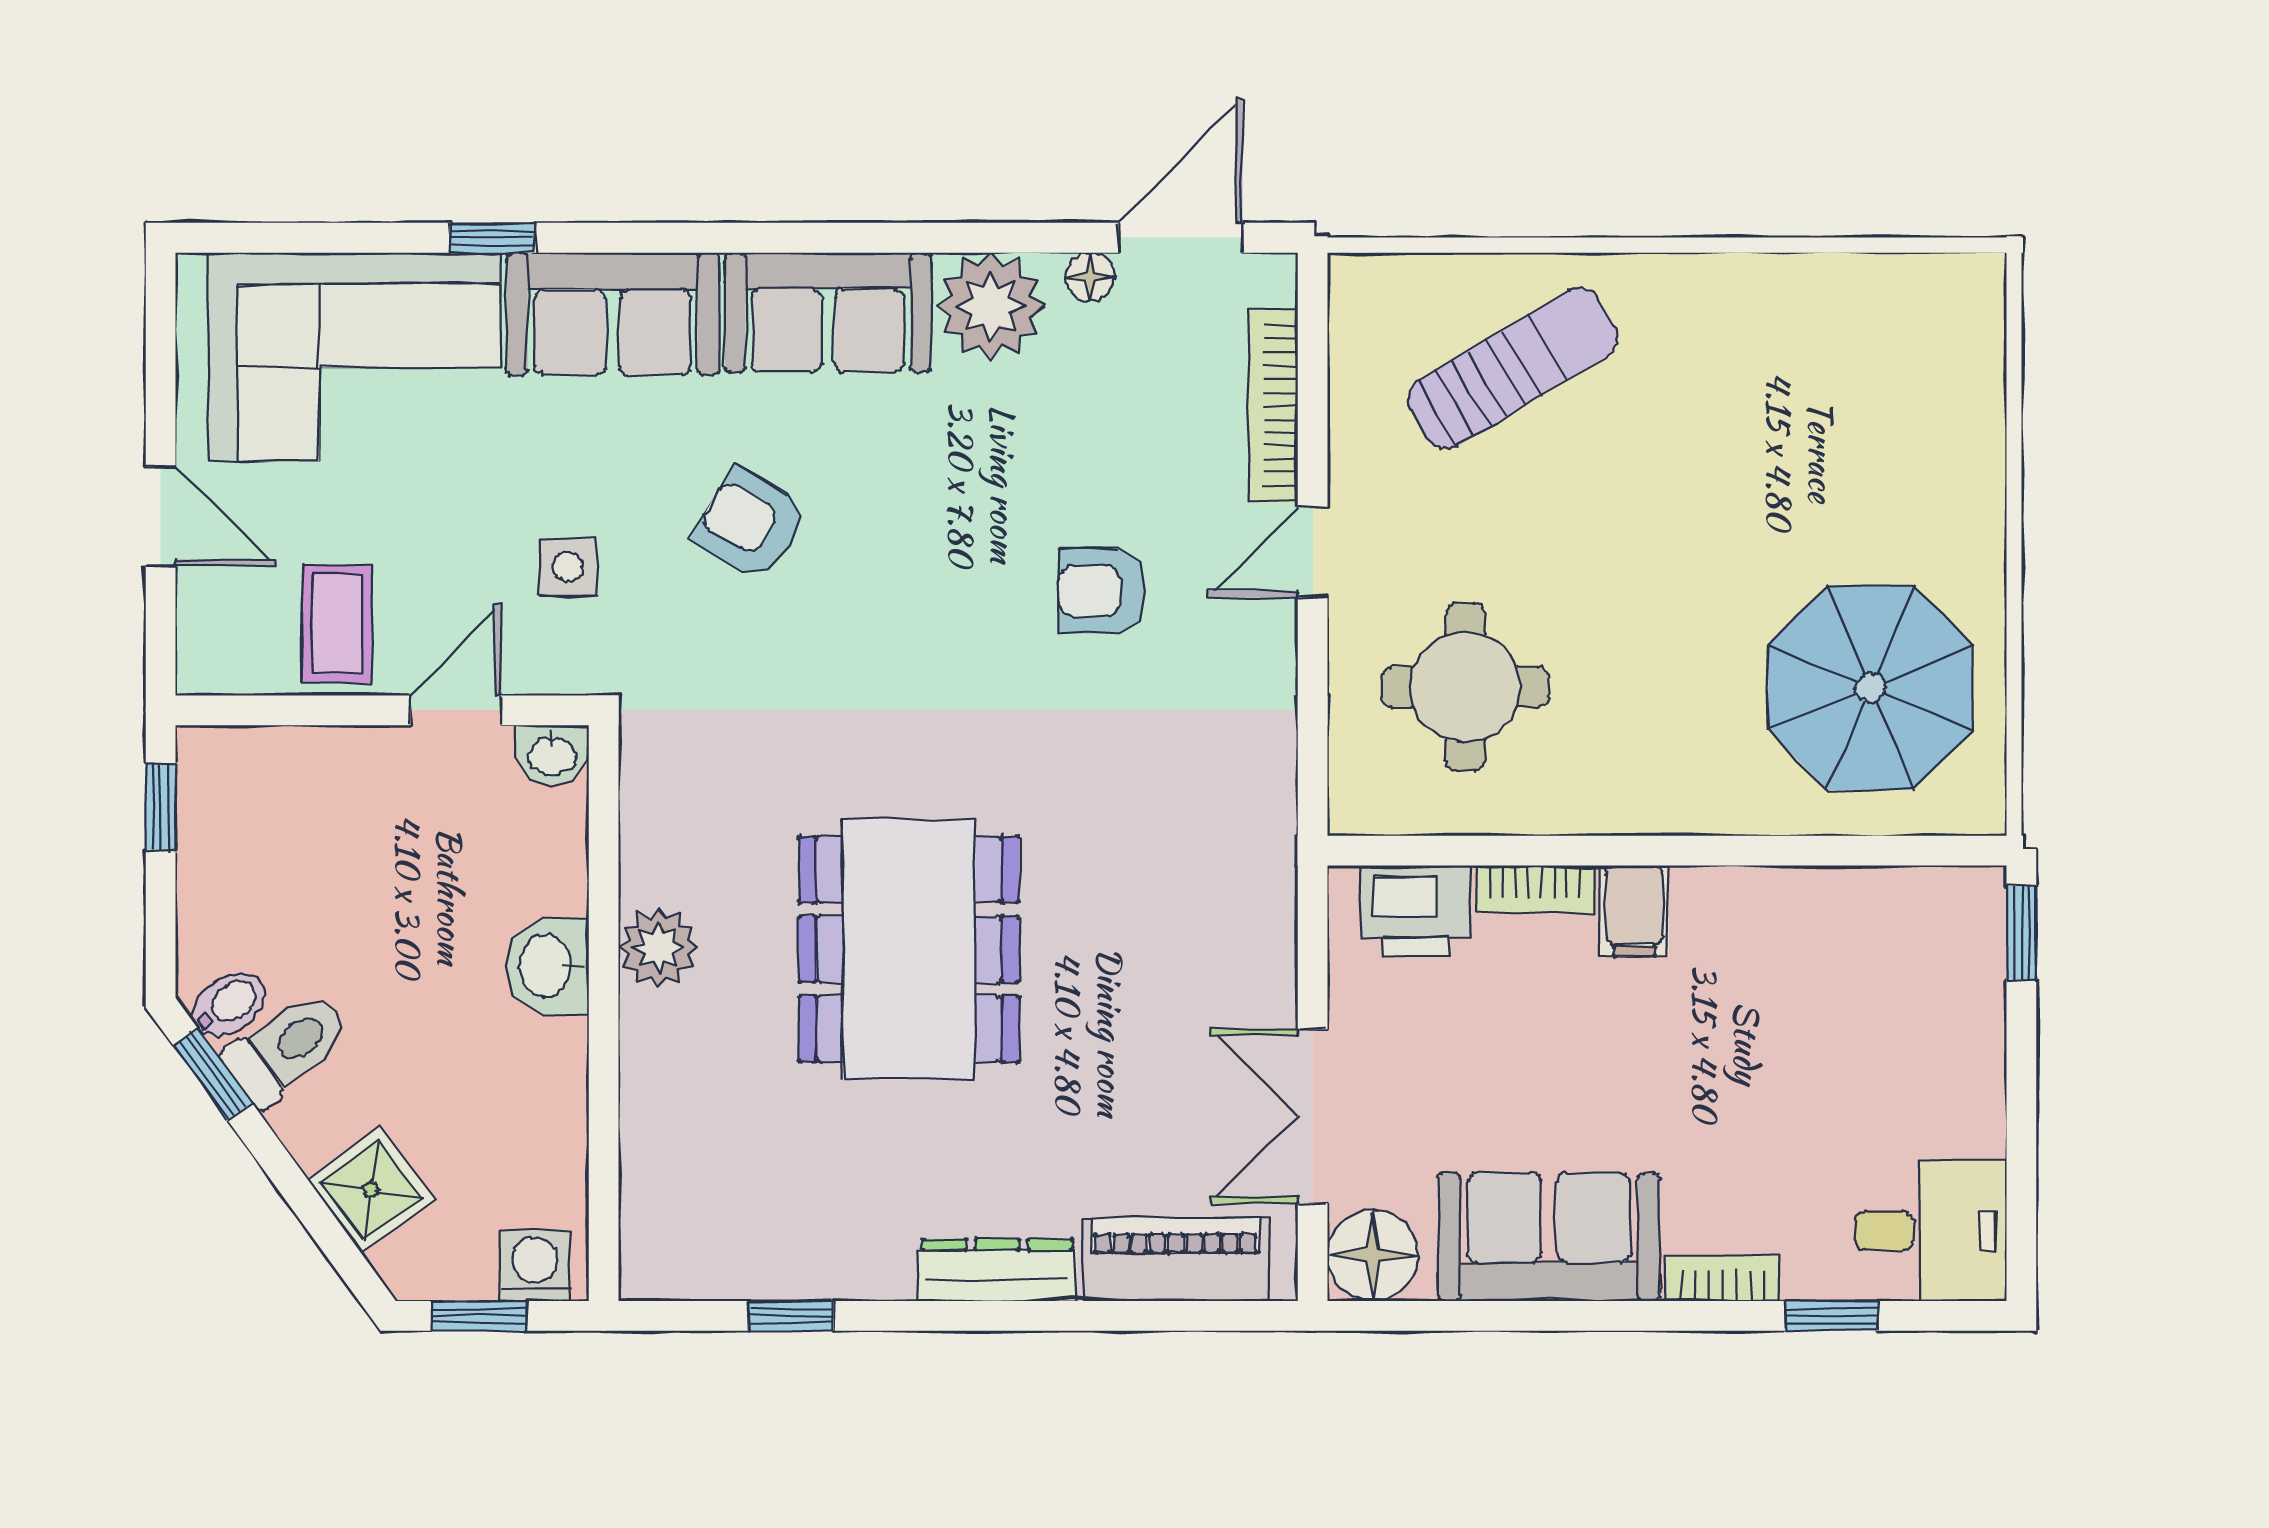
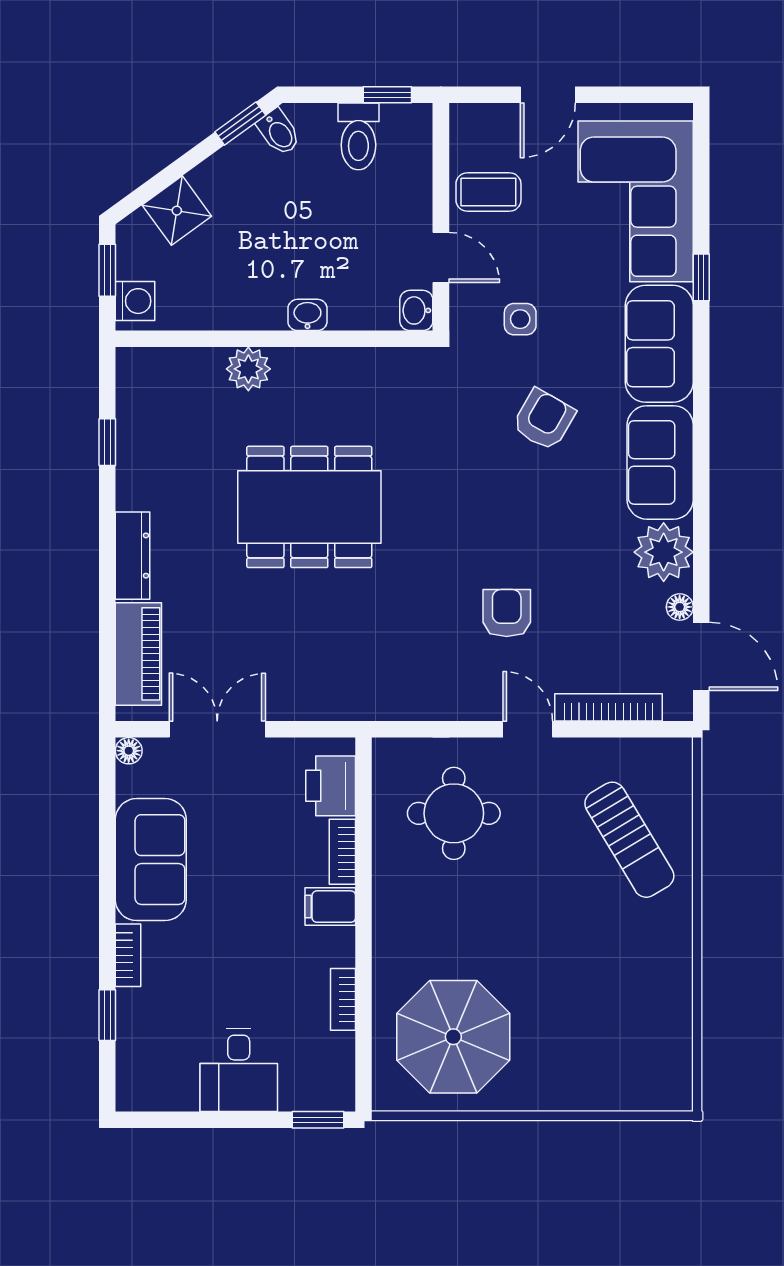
bookcase: (1803, 888) -> (343, 999), added
plant: (658, 948) -> (248, 369), moved
washbasin: (548, 966) -> (307, 315), width x0.72, depth x0.69
toilet: (287, 1048) -> (358, 136), moved, turned 36
desk: (1931, 1231) -> (239, 1070), moved
floor lamp: (1373, 1256) -> (129, 751), width x0.53, depth x0.53

